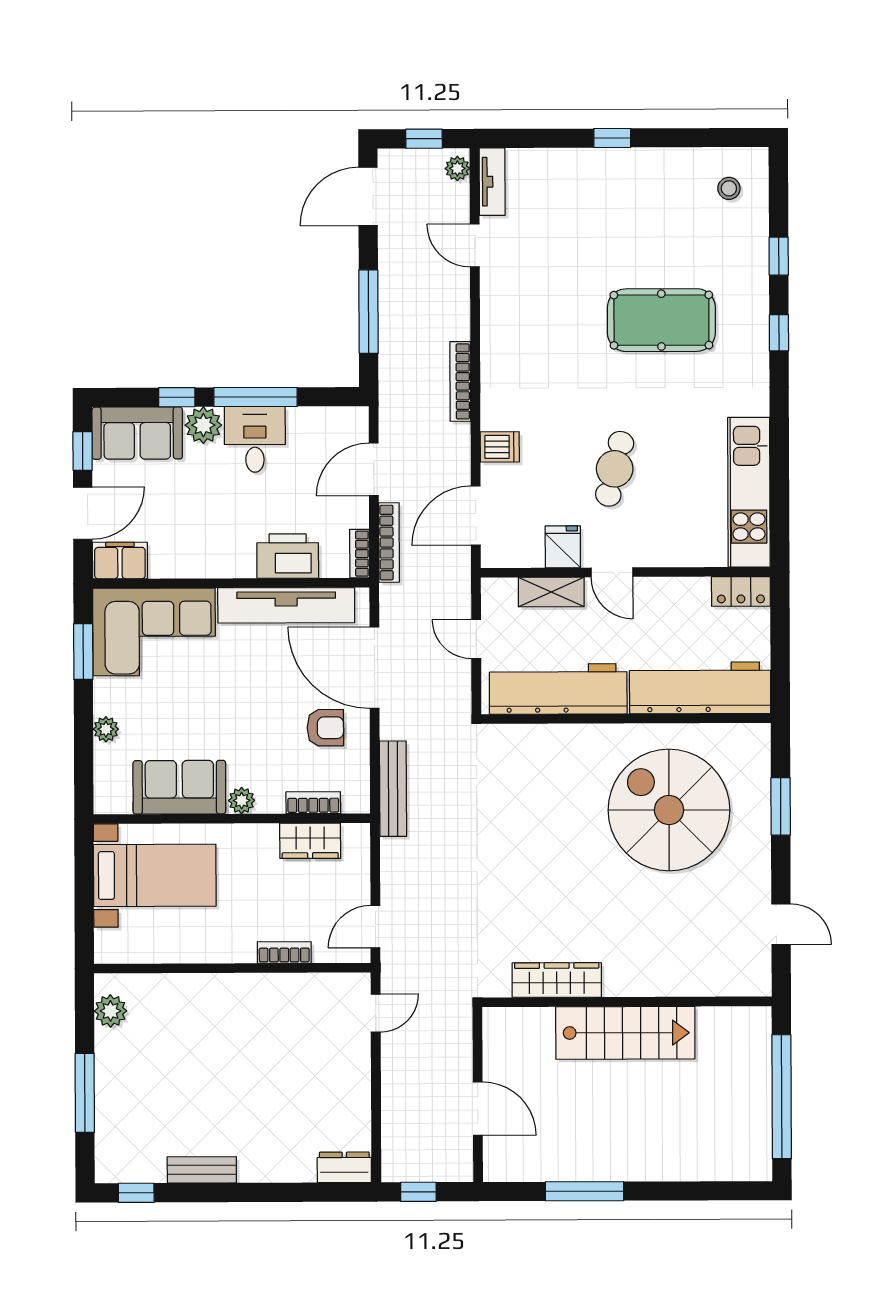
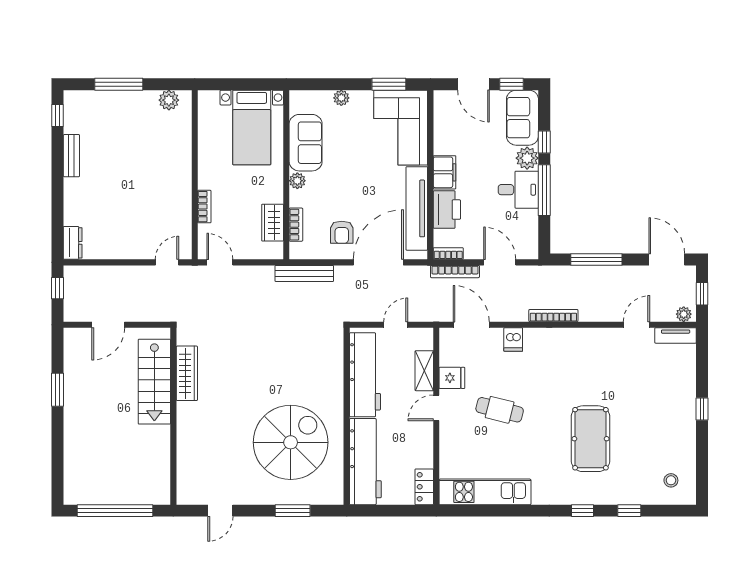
filing cabinet: (120, 561) -> (445, 172), moved
door: (376, 1013) -> (167, 262), swing flipped
stairs: (625, 1033) -> (154, 382), moved
window: (584, 1191) -> (57, 390), width x0.69

